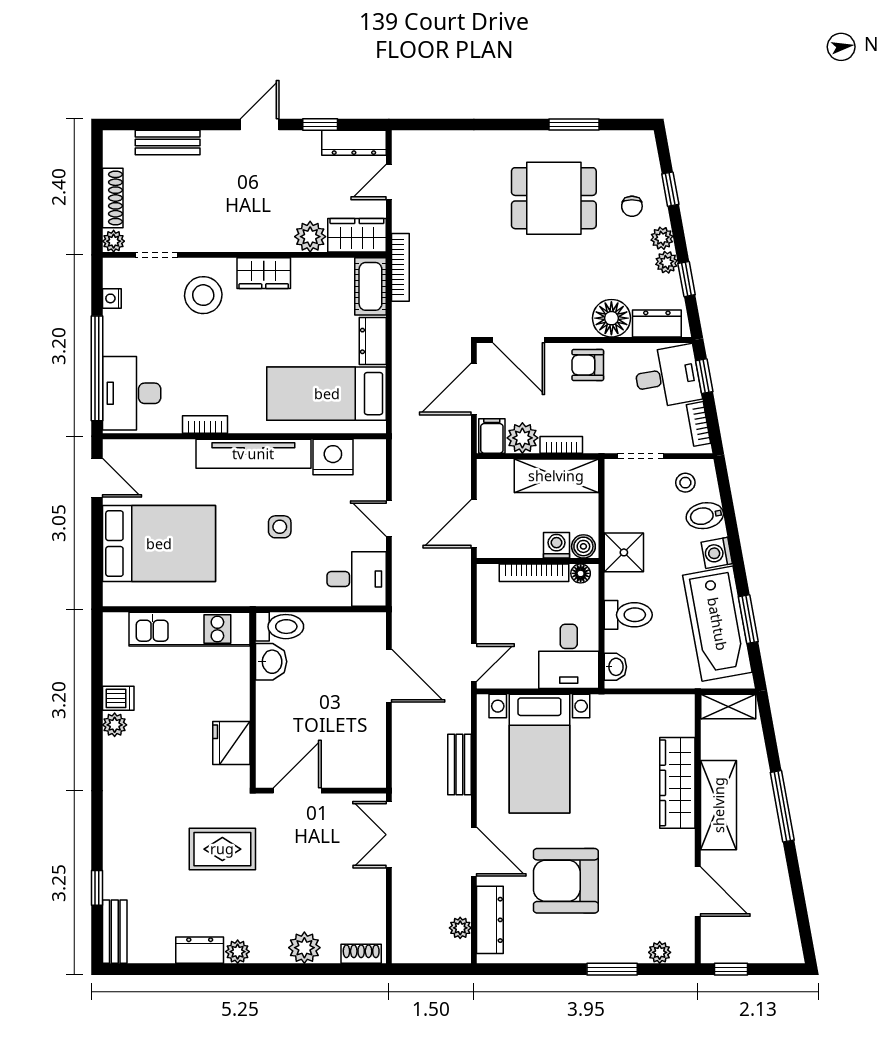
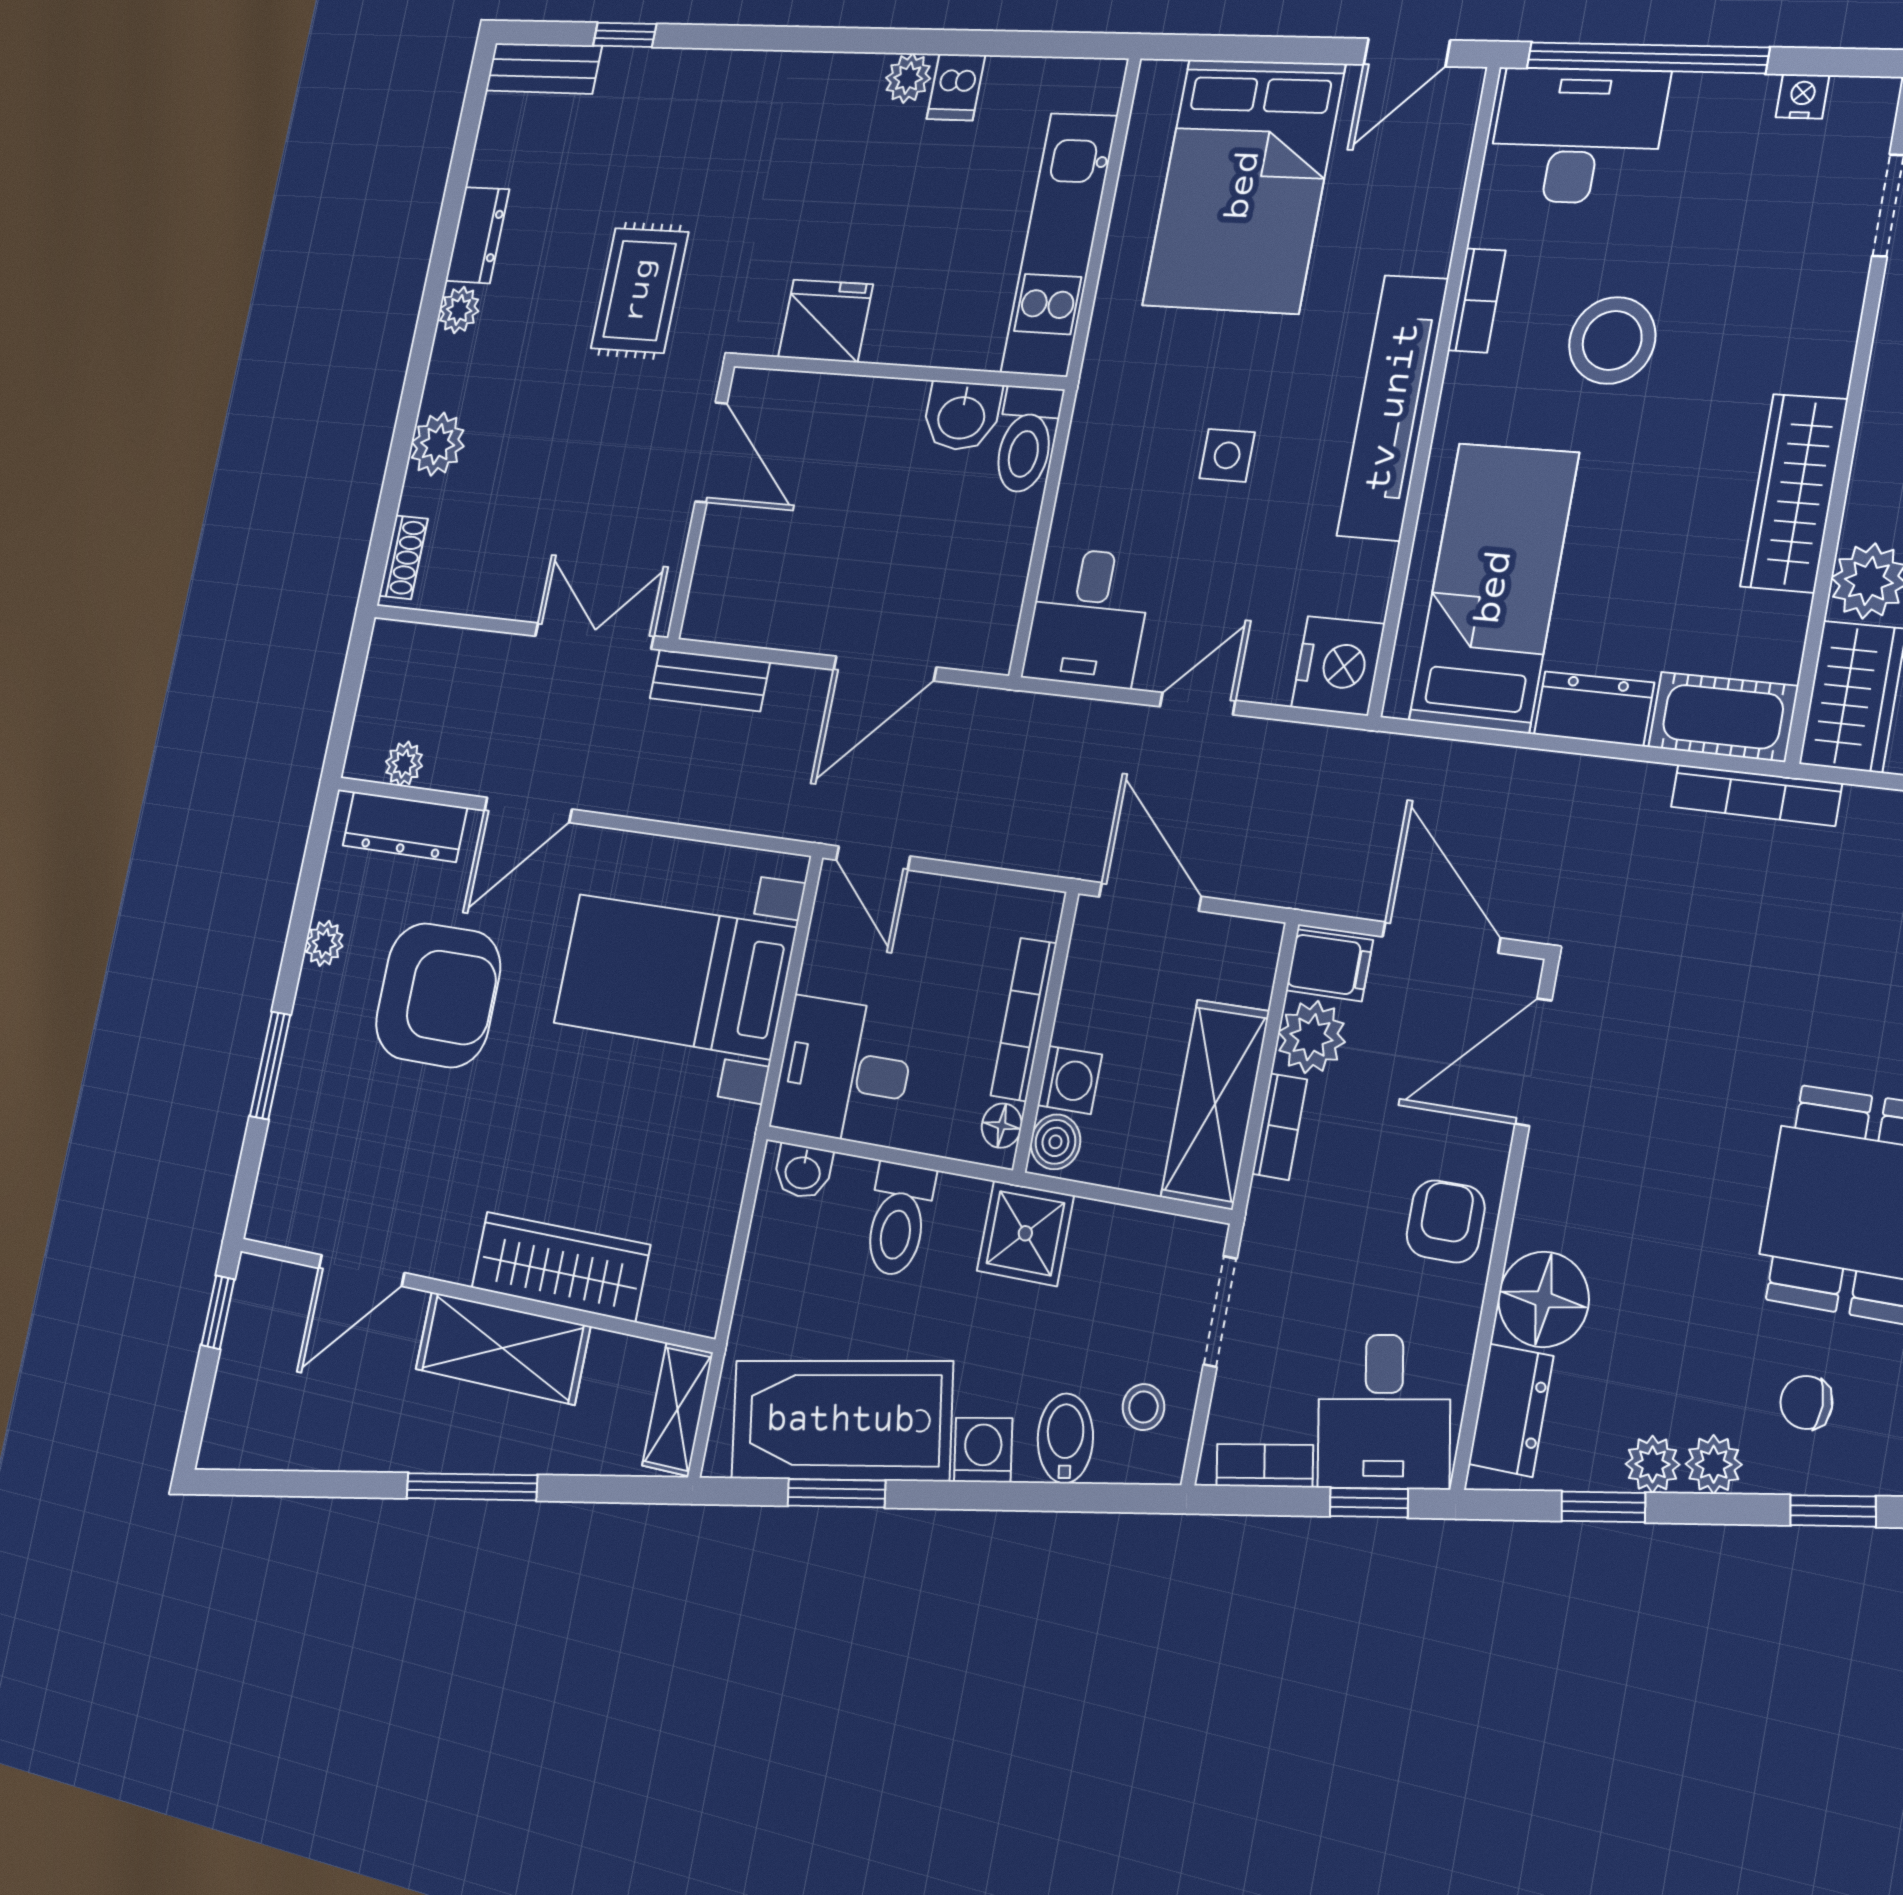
wardrobe: (264, 273) -> (1794, 493), width x1.50
stool: (203, 295) -> (1612, 340), moved
nightstand: (333, 457) -> (1338, 666), moved
bench: (459, 764) -> (710, 680), moved
armchair: (566, 881) -> (438, 995), turned 90
plant: (660, 952) -> (324, 943), moved

